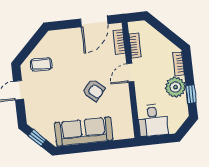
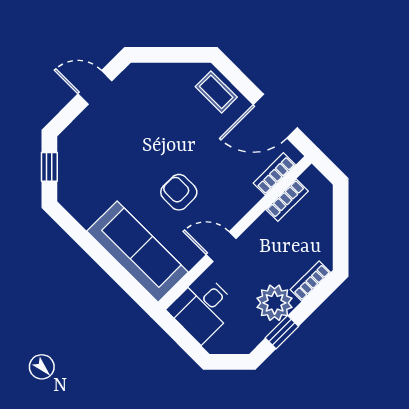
coffee table: (41, 64) -> (216, 92), moved
door: (130, 73) -> (221, 247), moved
armchair: (94, 90) -> (179, 192), turned 140
sofa: (84, 131) -> (138, 252), moved

